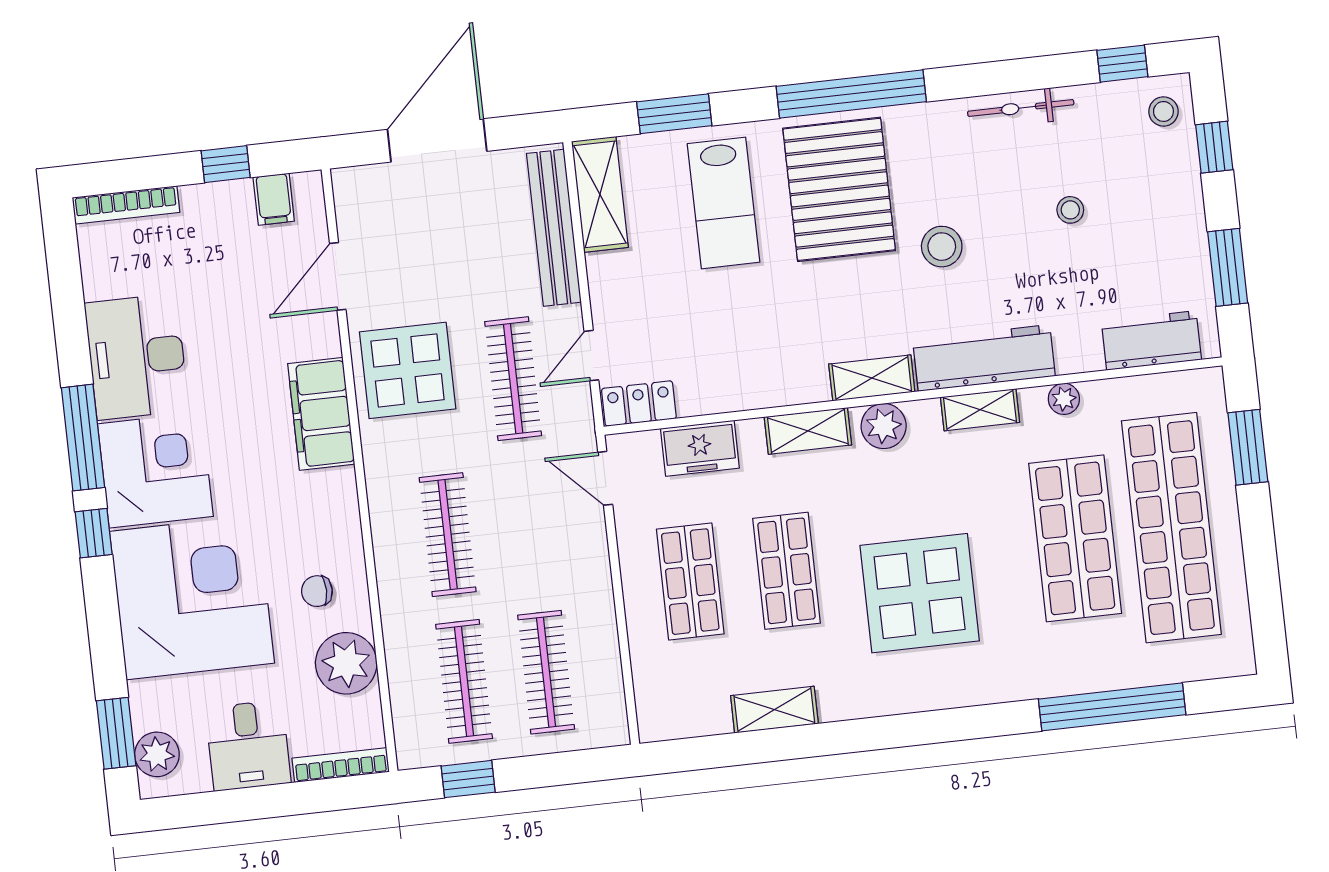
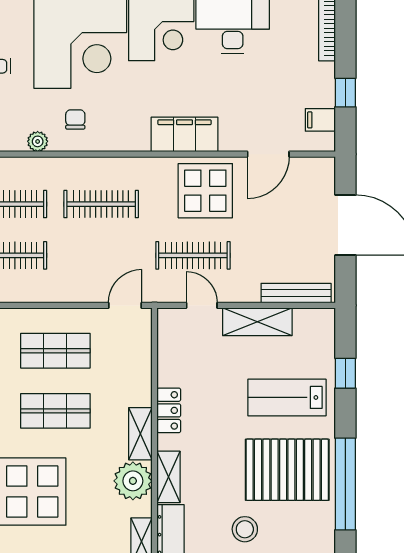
window: (674, 114) -> (345, 373), width x0.67
shelving: (600, 194) -> (257, 322), moved
bench: (554, 228) -> (296, 293), width x0.73, depth x0.82
door: (338, 276) -> (268, 154), swing flipped
locker: (639, 404) -> (169, 410), moved
plant: (884, 426) -> (133, 481), width x1.36, depth x1.36
freezer: (700, 448) -> (137, 366), removed
plant: (346, 663) -> (38, 141), width x0.53, depth x0.53

